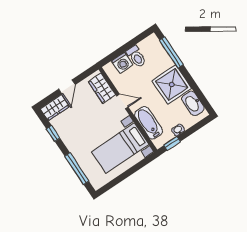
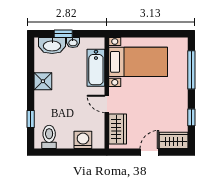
window: (171, 52) -> (31, 119), width x0.46
toilet: (136, 57) -> (49, 137), moved
shower: (172, 85) -> (43, 81), width x0.54, depth x0.54
washbasin: (193, 103) -> (52, 45), moved, turned 90
window: (172, 143) -> (63, 34), moved

